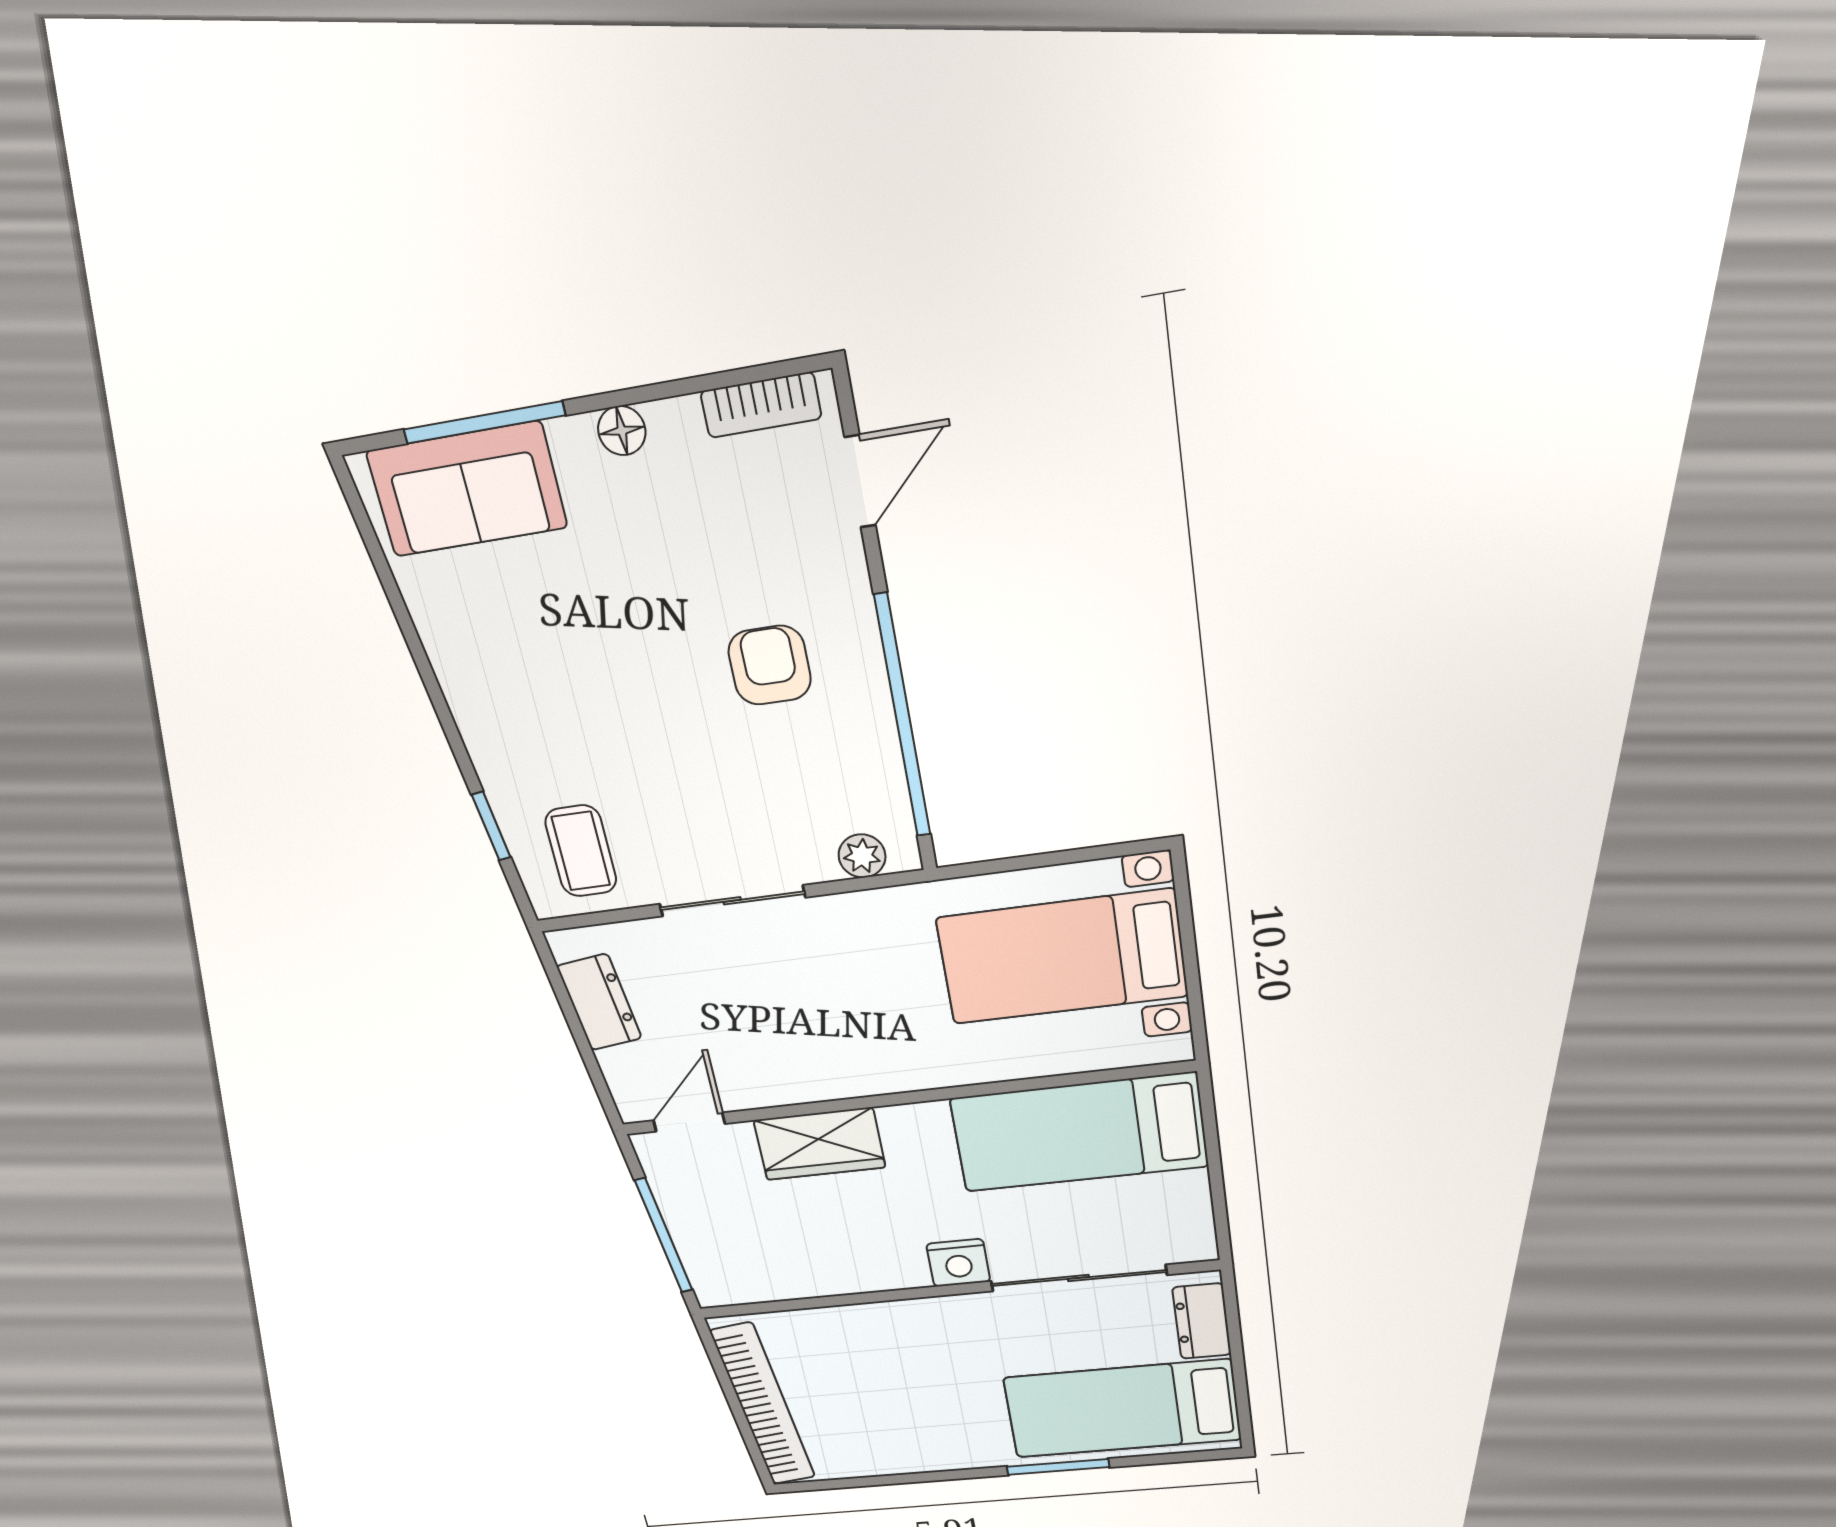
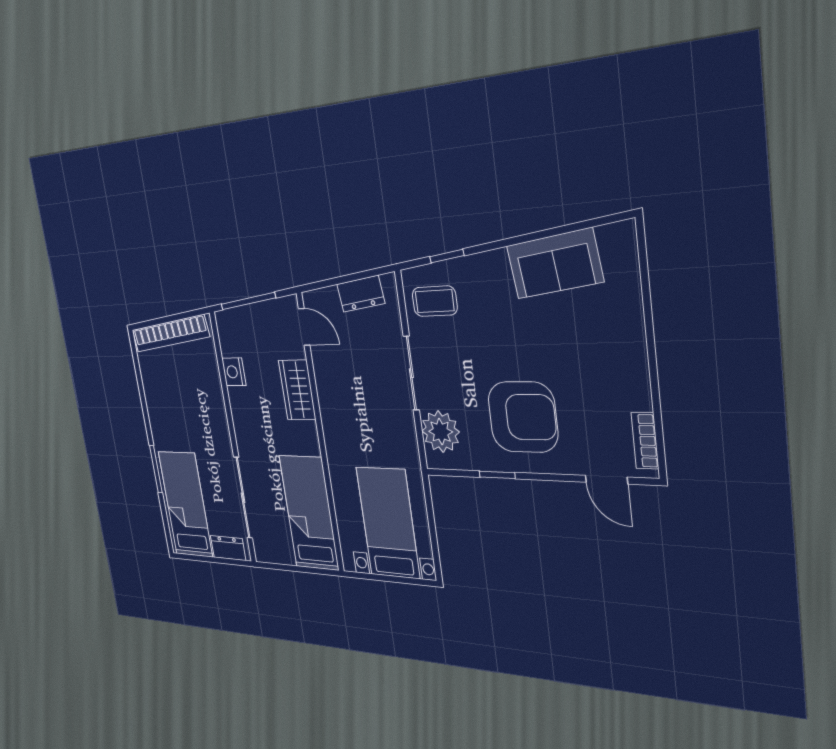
window: (484, 422) -> (647, 299), removed
floor lamp: (622, 431) -> (638, 369), removed
sofa: (467, 489) -> (555, 264), moved, turned -97
armchair: (770, 665) -> (523, 417), width x1.88, depth x1.88
window: (903, 717) -> (497, 475), width x0.32
plant: (862, 856) -> (441, 432), width x1.87, depth x1.87
nightstand: (958, 1263) -> (234, 372), moved

